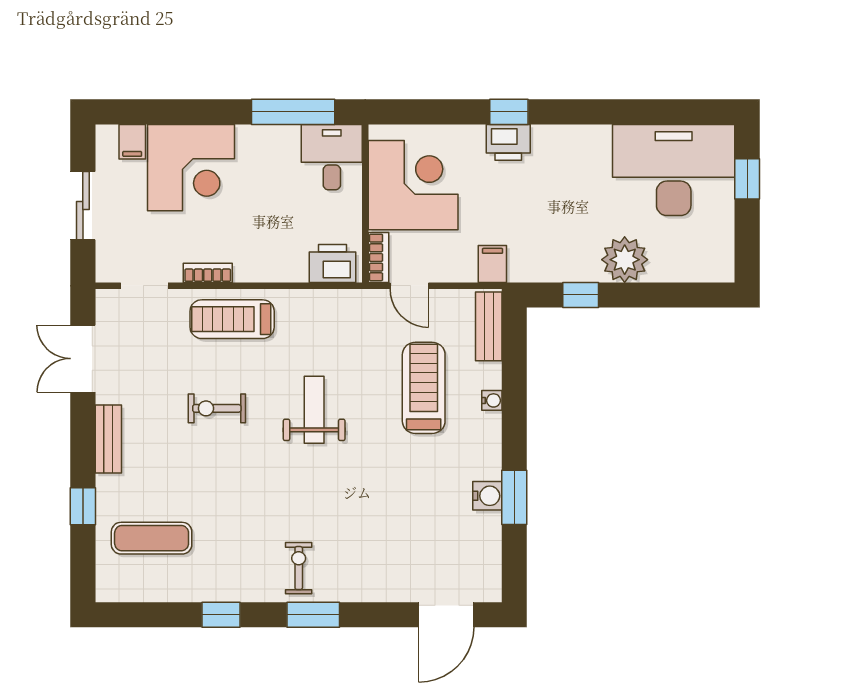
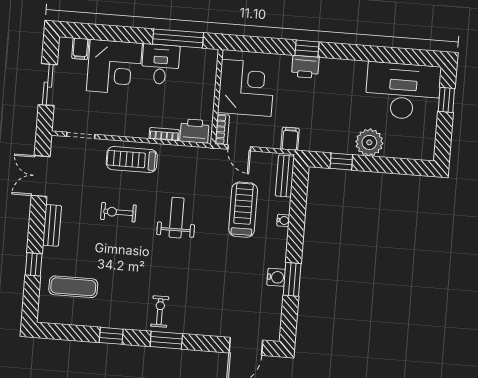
desk: (332, 157) -> (160, 64), moved
bookcase: (208, 273) -> (164, 134), moved

